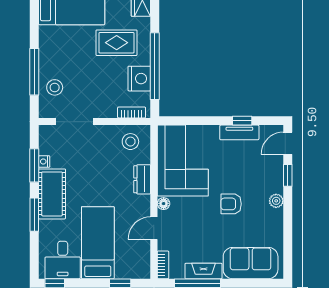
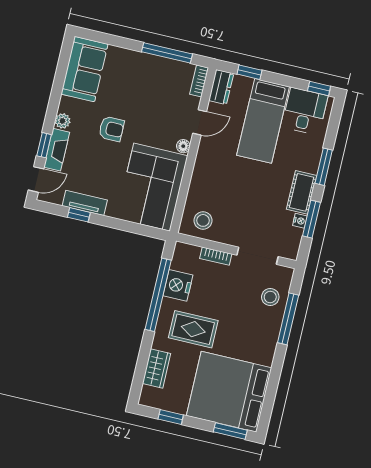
bookcase: (132, 112) -> (216, 256), moved
dresser: (142, 179) -> (221, 87), moved
cot: (52, 194) -> (302, 192), width x0.73, depth x0.75
sofa: (251, 263) -> (85, 69), moved, turned -90
fireplace: (203, 271) -> (57, 150), moved, turned -90

